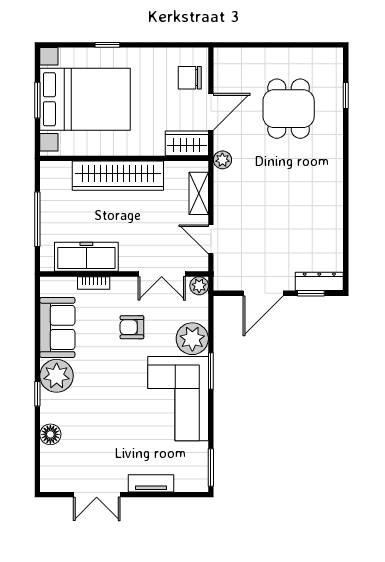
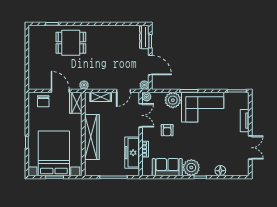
dining table: (289, 109) -> (71, 43), moved
plant: (223, 282) -> (144, 85), added

